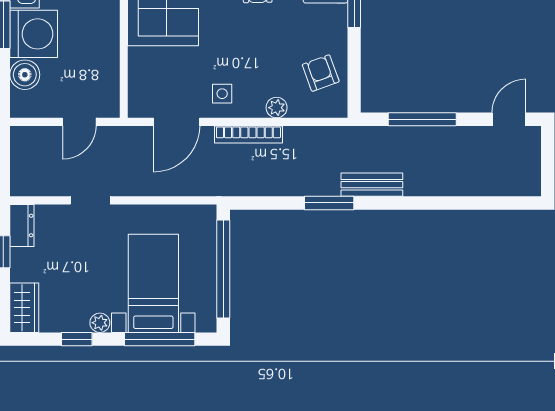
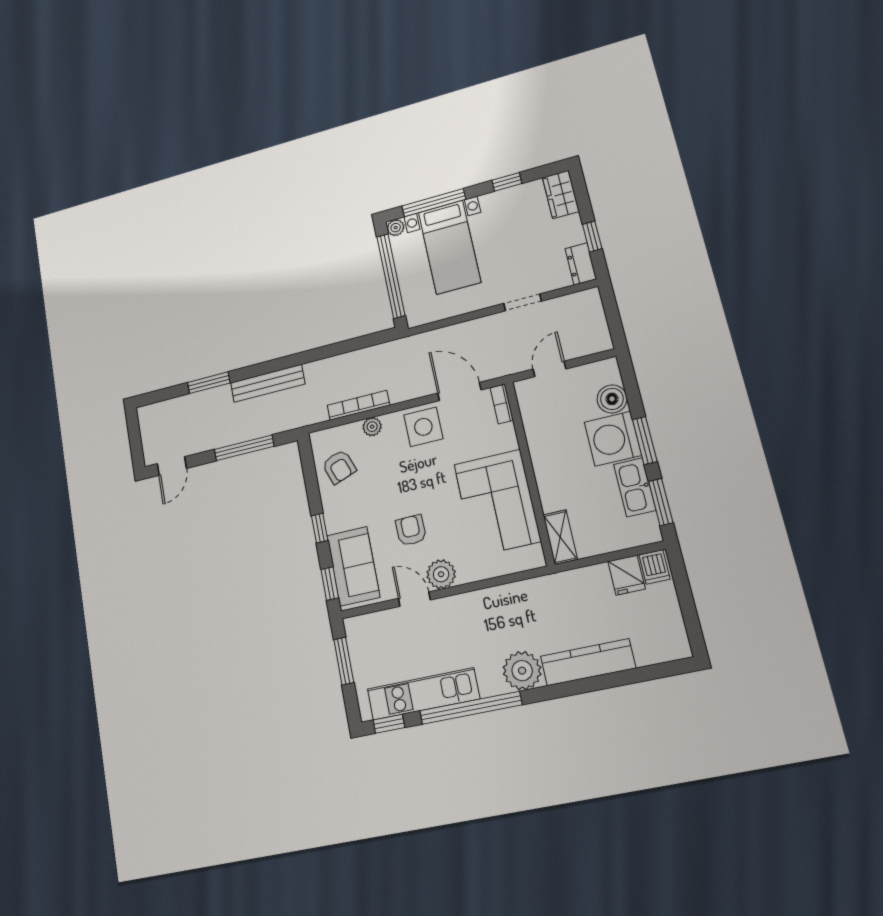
side table: (222, 94) -> (423, 427), width x1.87, depth x1.87
bookcase: (136, 98) -> (502, 404), added
door: (177, 122) -> (459, 392), hinge flipped
bookcase: (248, 134) -> (358, 405), moved
bench: (372, 185) -> (268, 383), width x1.36
window: (329, 203) -> (209, 383), moved
plant: (100, 323) -> (396, 228), moved

